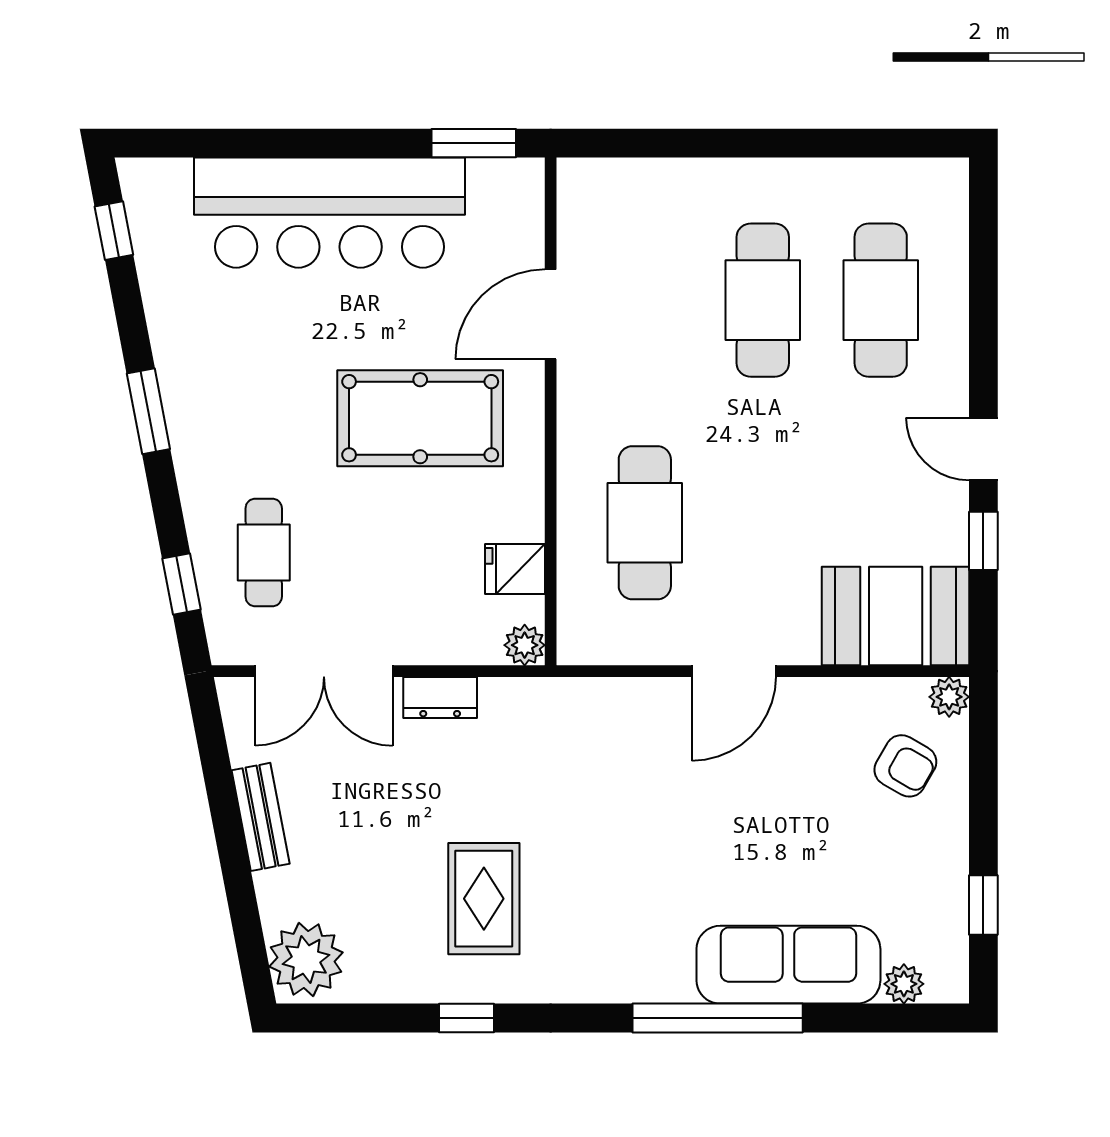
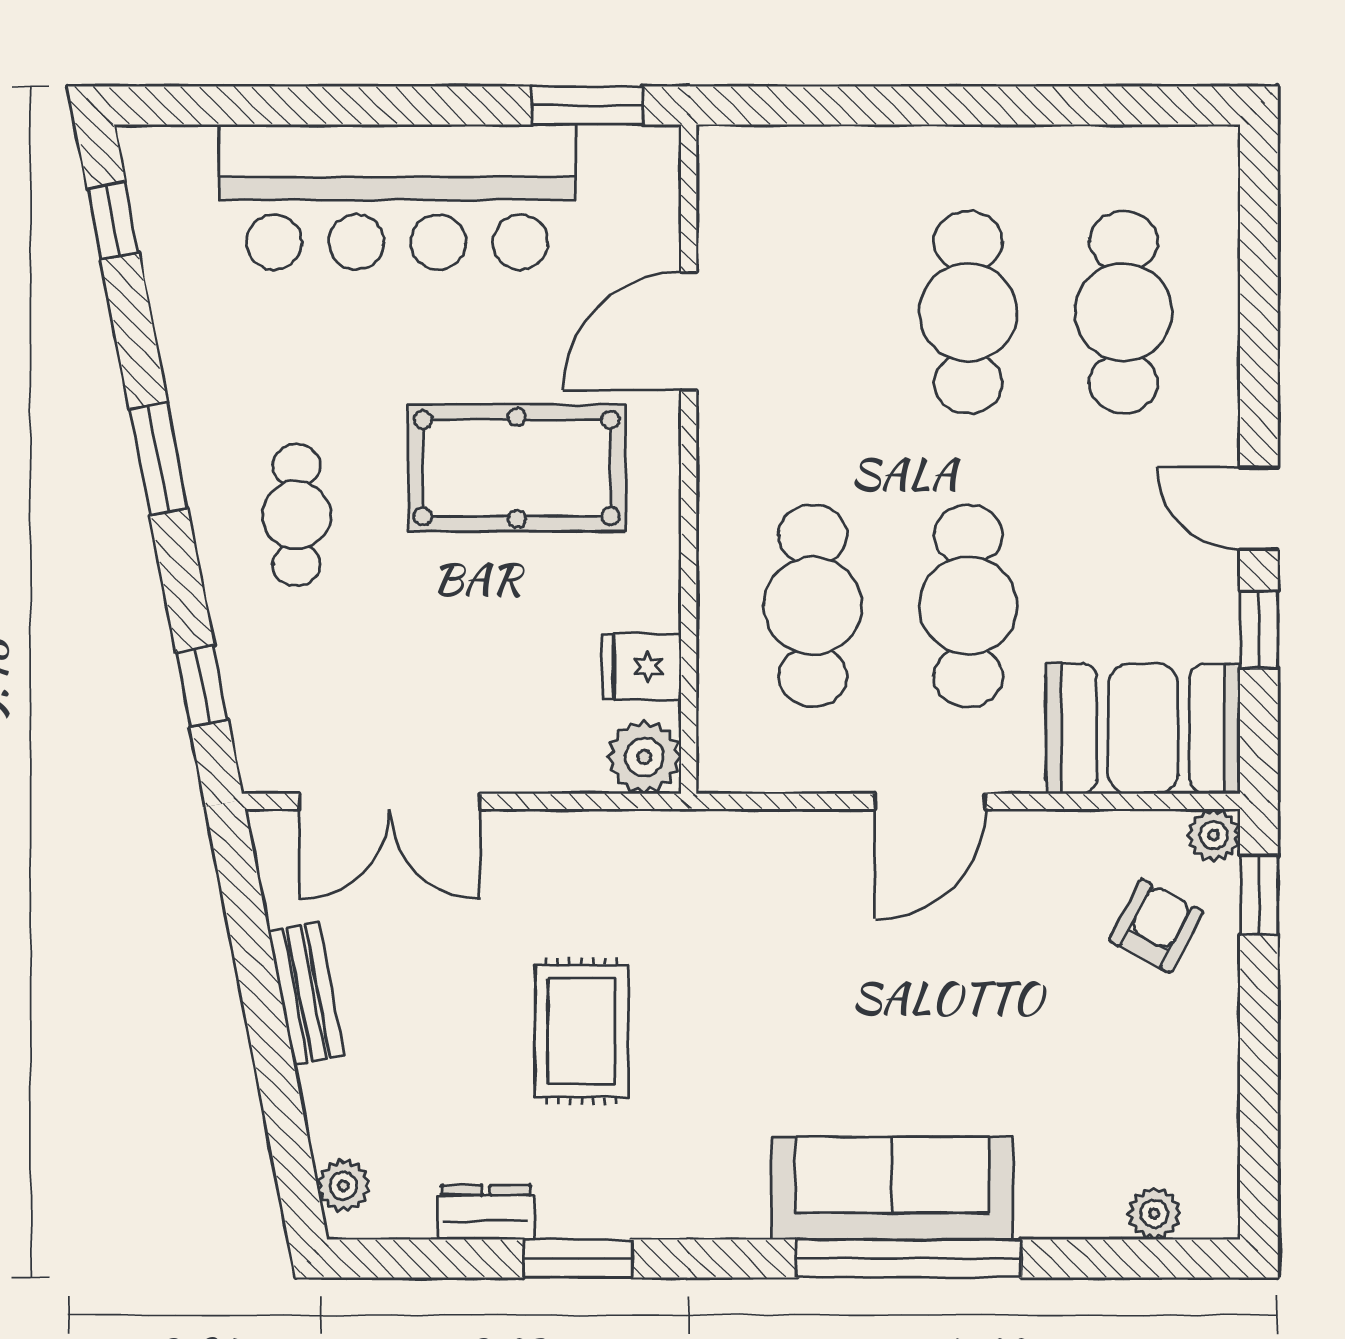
cafe table: (763, 523) -> (968, 606), added
cafe table: (264, 552) -> (296, 515), moved
plant: (525, 645) -> (644, 757), width x1.38, depth x1.38
dresser: (440, 698) -> (486, 1212), moved, turned 180
armchair: (905, 766) -> (1156, 926), turned -92
rug: (484, 899) -> (582, 1031), moved
window: (983, 905) -> (1259, 895), moved
plant: (306, 960) -> (344, 1186), width x0.53, depth x0.53
sofa: (788, 965) -> (892, 1188), moved
window: (467, 1018) -> (578, 1258), width x1.50

